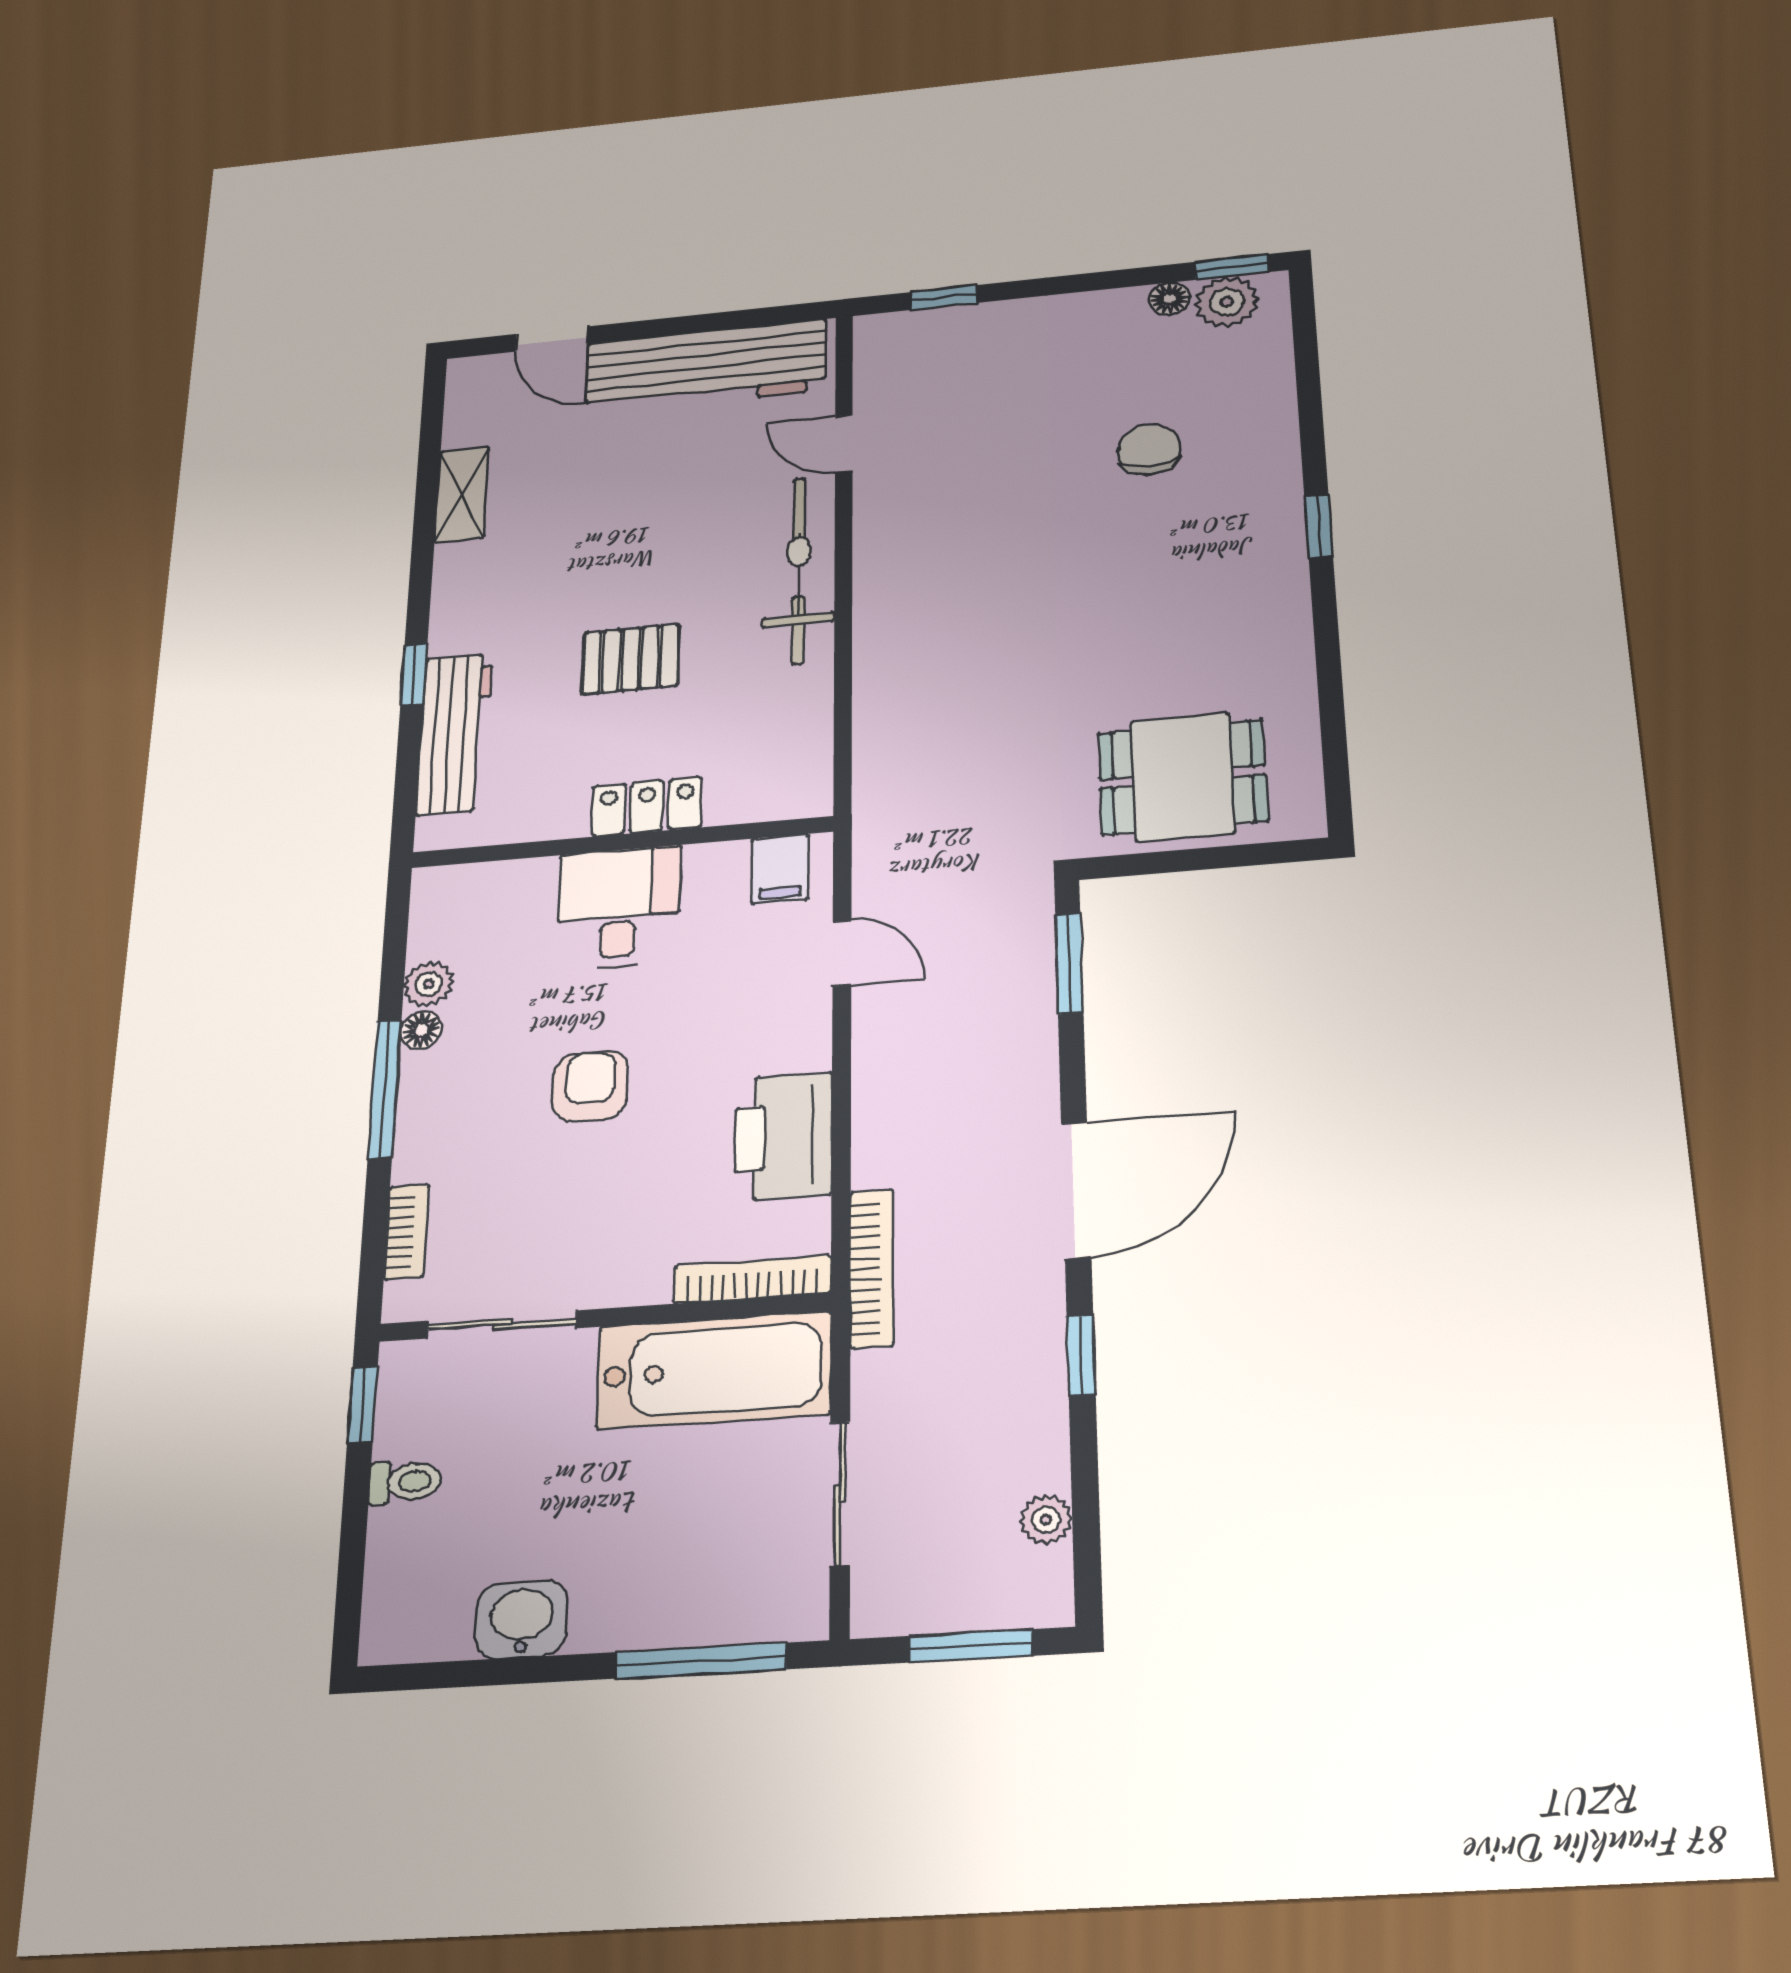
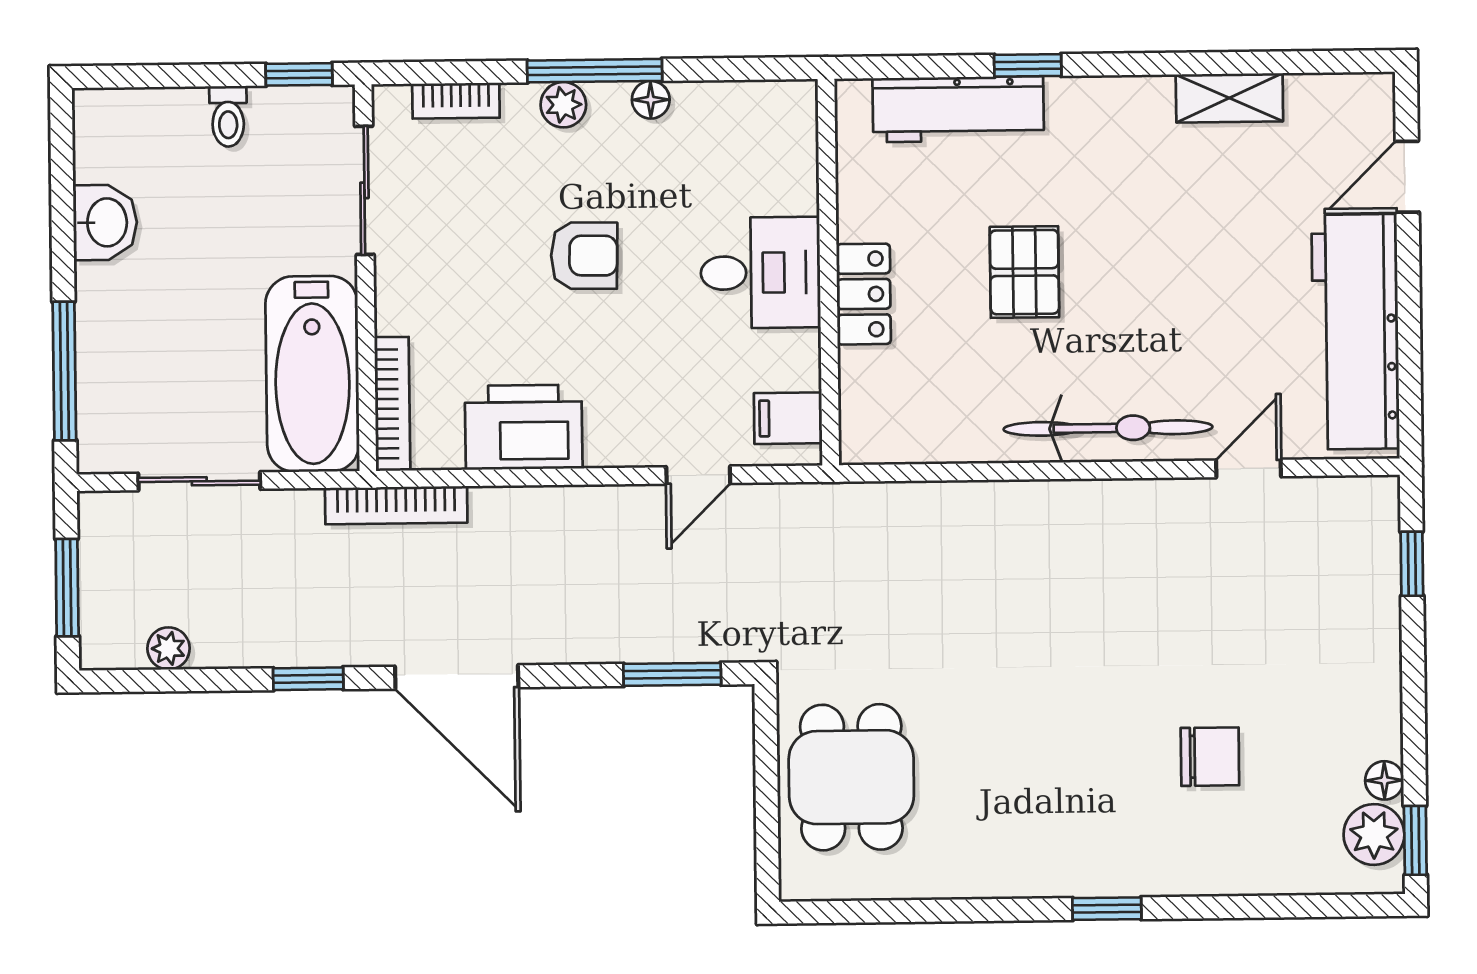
plant: (429, 984) -> (563, 105), moved

